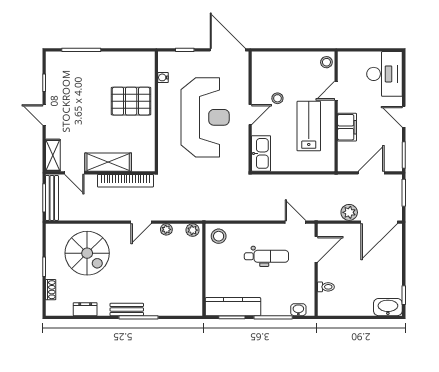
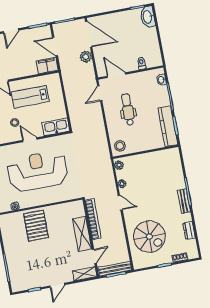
filing cabinet: (347, 127) -> (47, 66), moved
spiral stairs: (87, 253) -> (149, 237), turned 90

